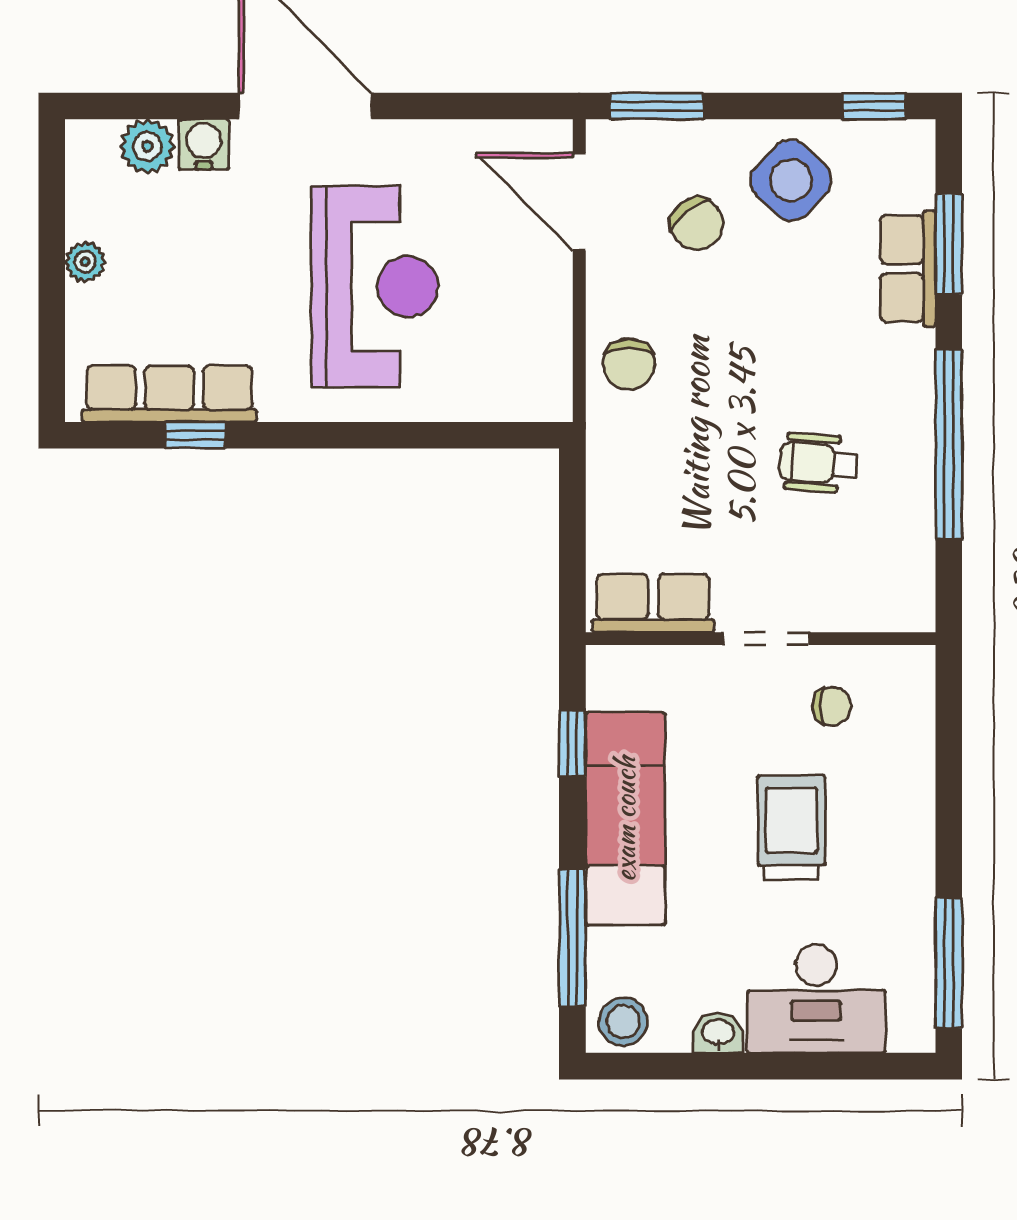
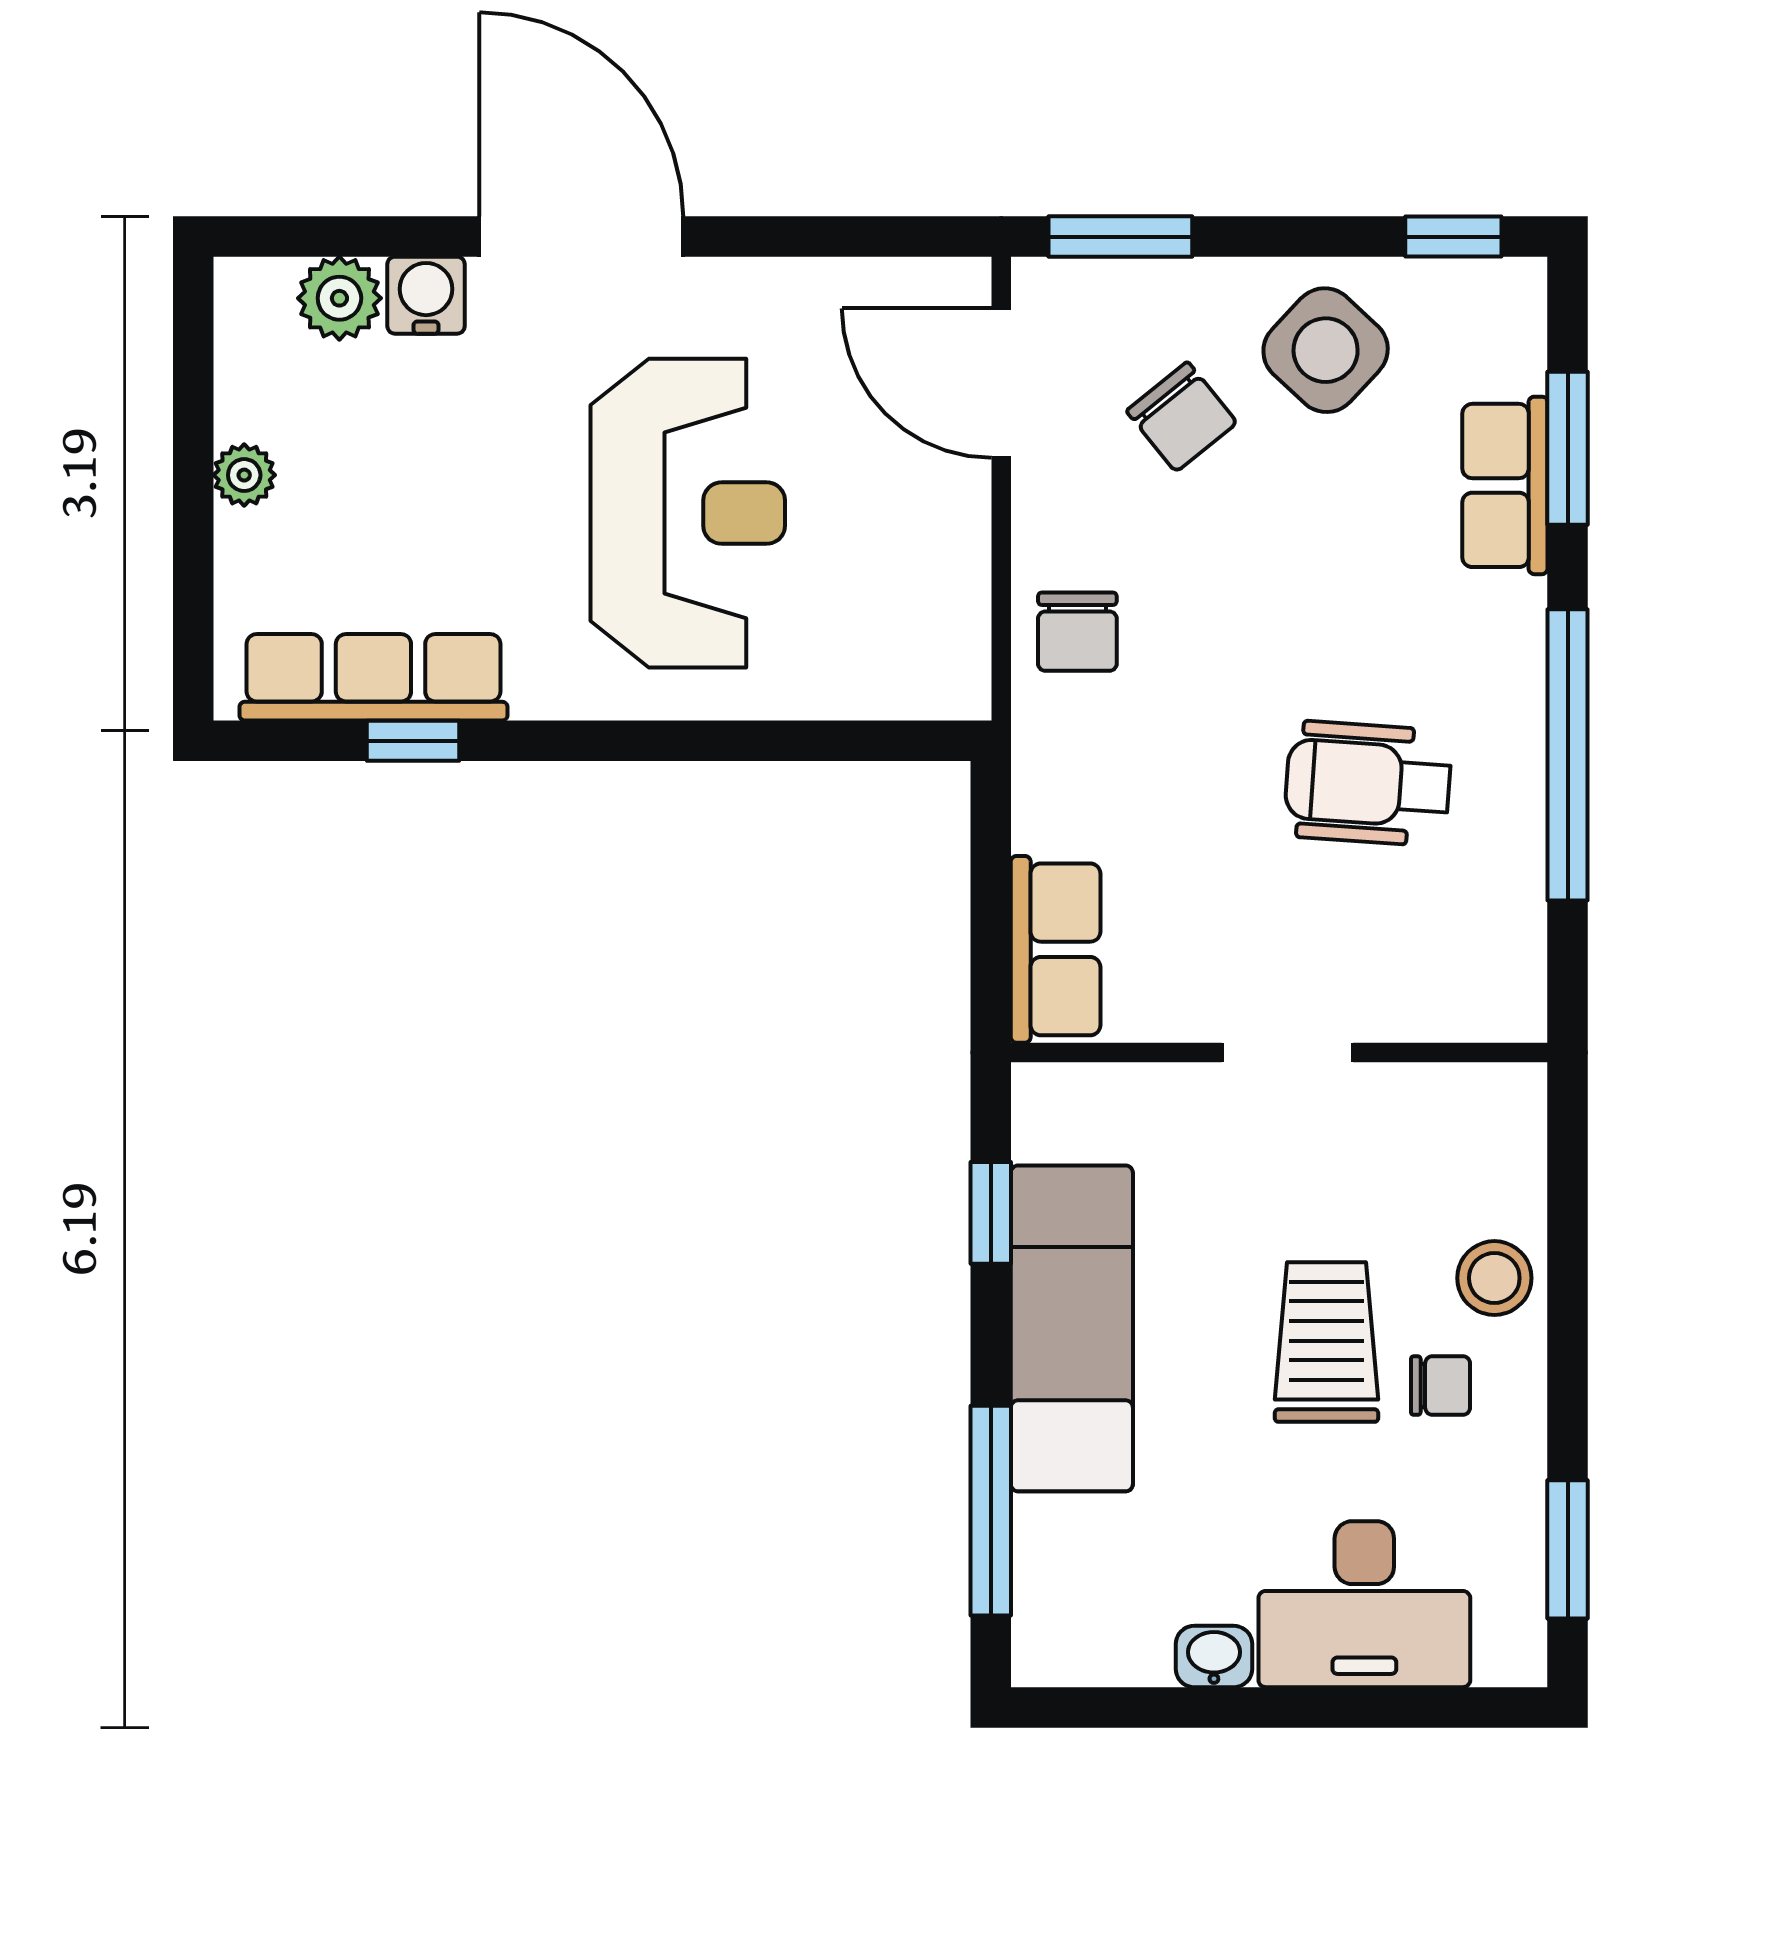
wheelchair: (819, 463) -> (1368, 783), width x1.36, depth x1.37
row of seats: (653, 603) -> (1056, 949), moved, turned 90
chair: (832, 706) -> (1441, 1386), moved
window: (949, 963) -> (1568, 1549), width x0.69
stool: (623, 1022) -> (1494, 1278), moved

